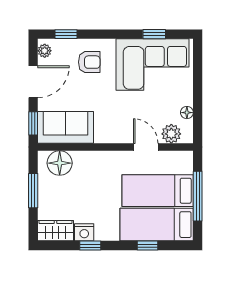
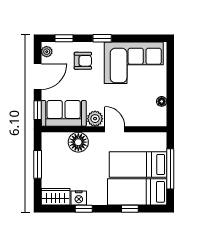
window: (154, 34) -> (102, 38), moved
plant: (171, 134) -> (95, 119), moved
door: (146, 147) -> (115, 129), moved
floor lamp: (60, 163) -> (78, 142), moved

